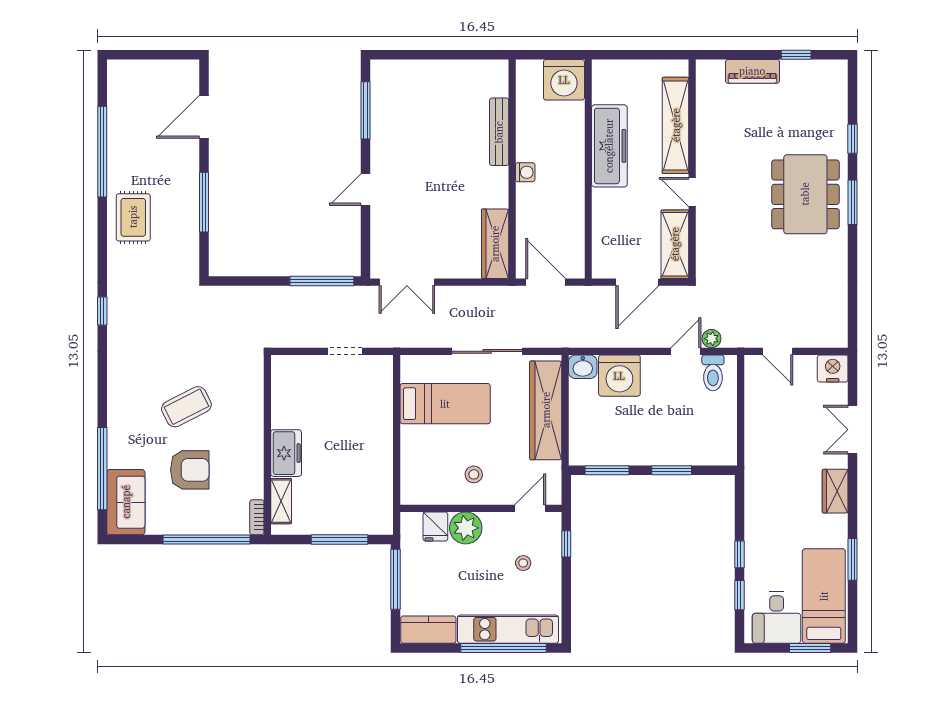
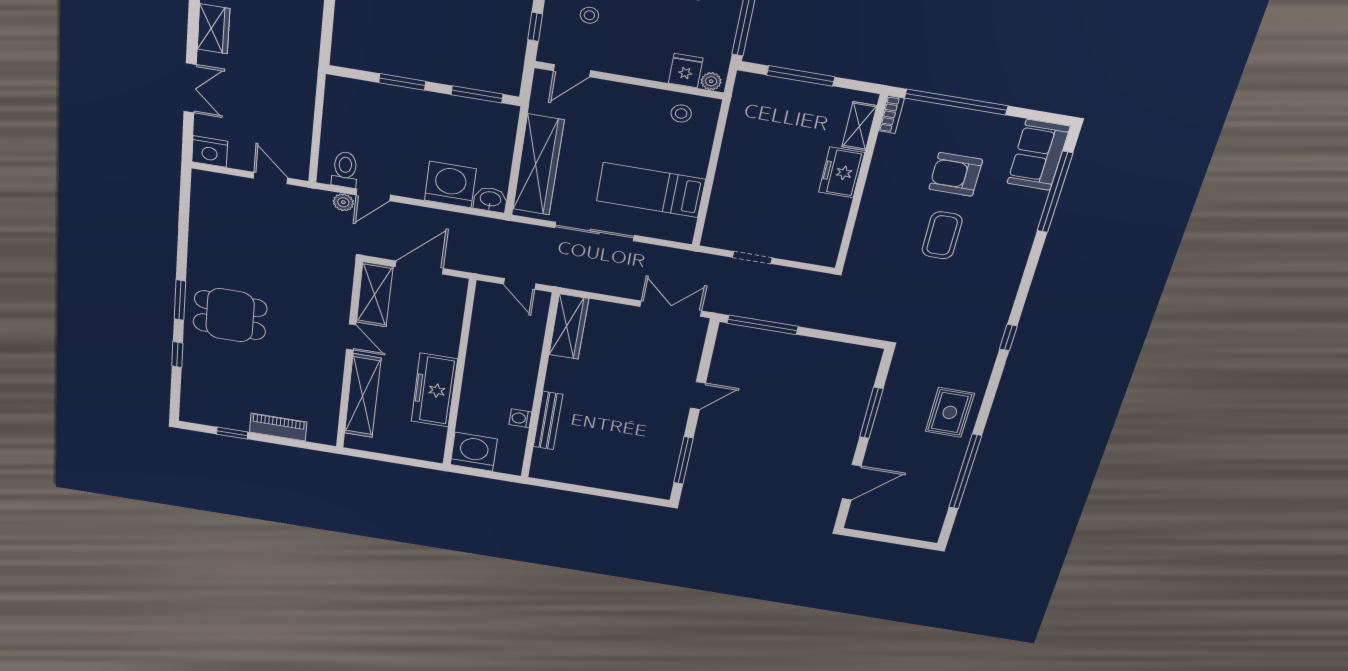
washing machine: (525, 172) -> (520, 418), moved
dining table: (805, 194) -> (230, 315), width x0.73
door: (546, 282) -> (520, 284), width x0.73
coffee table: (186, 407) -> (942, 235), turned -63
stool: (474, 474) -> (681, 113), moved
plant: (466, 528) -> (711, 81), moved, width x0.53, depth x0.53

